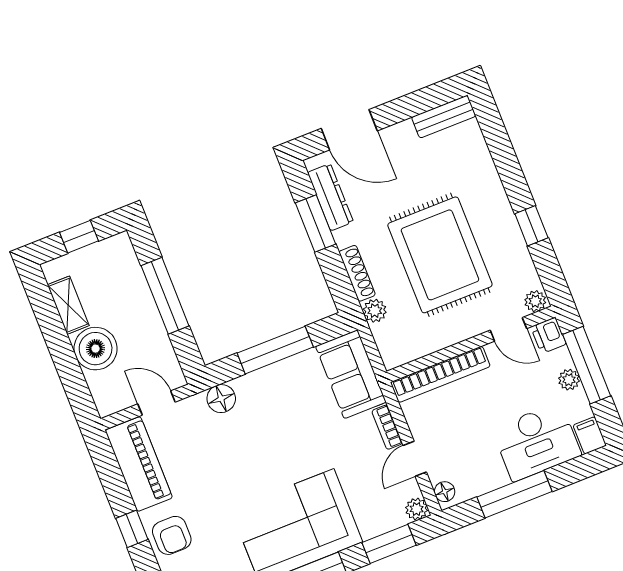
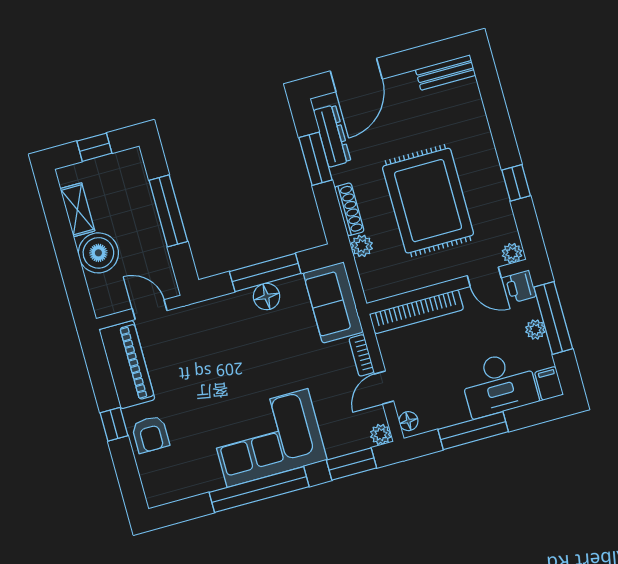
door: (349, 130) -> (356, 75), hinge flipped
floor lamp: (221, 399) -> (267, 297), moved

